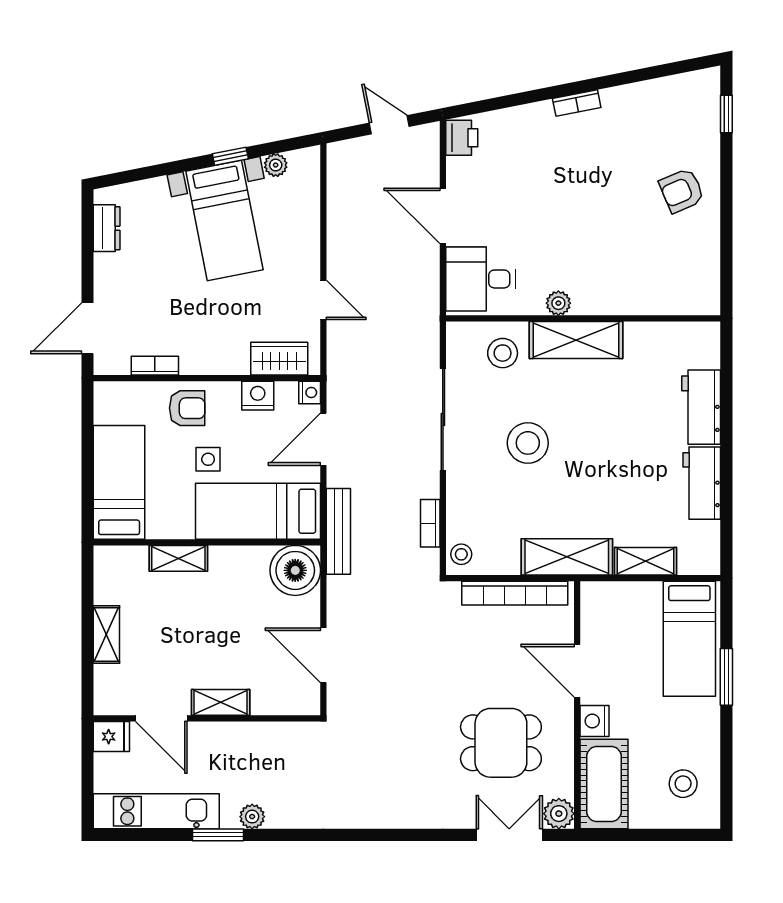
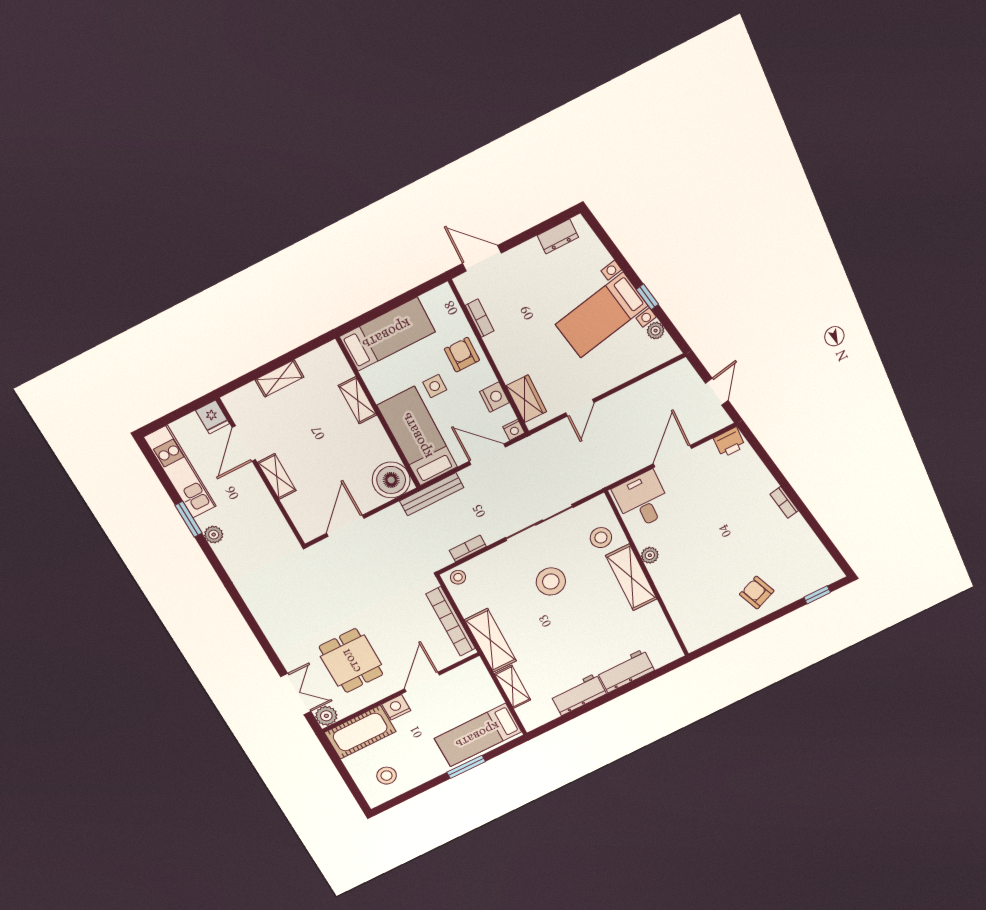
armchair: (187, 408) -> (462, 355), turned 180

